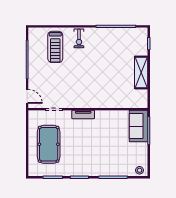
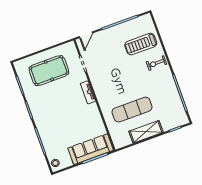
exercise mat: (115, 78) -> (132, 110), added
sofa: (139, 126) -> (91, 149), width x1.36

